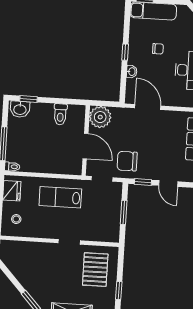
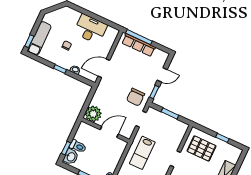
toilet: (60, 114) -> (78, 146), moved
plant: (100, 117) -> (93, 114), moved
wall: (86, 140) -> (105, 130), moved
door: (85, 146) -> (109, 132), moved

